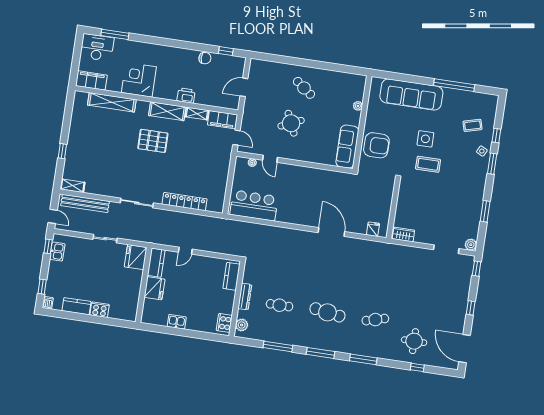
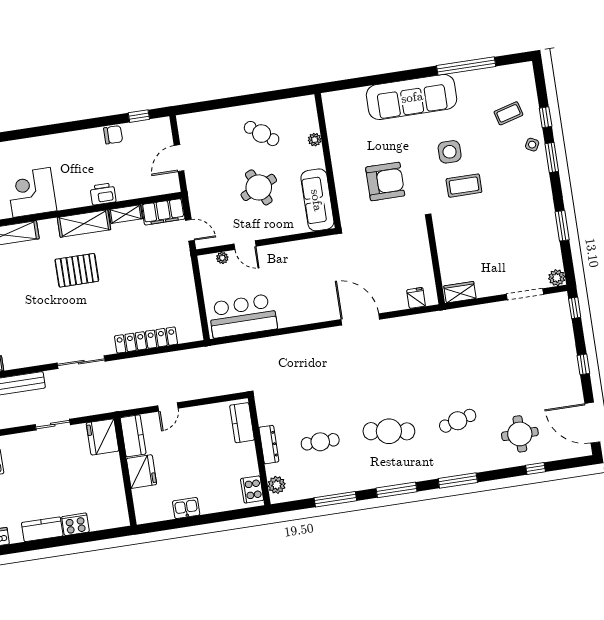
plant: (358, 106) -> (315, 140), moved
wall: (362, 123) -> (328, 161), moved
sofa: (347, 147) -> (317, 200), moved

